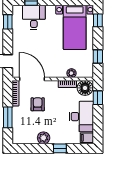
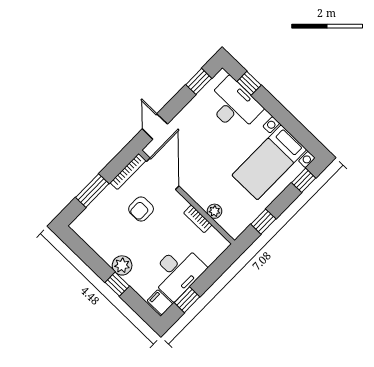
desk: (34, 17) -> (234, 105), width x1.37
floor lamp: (85, 88) -> (213, 243), removed
window: (98, 98) -> (187, 300), moved
armchair: (38, 104) -> (141, 209), turned 180
plant: (44, 138) -> (122, 265), moved

